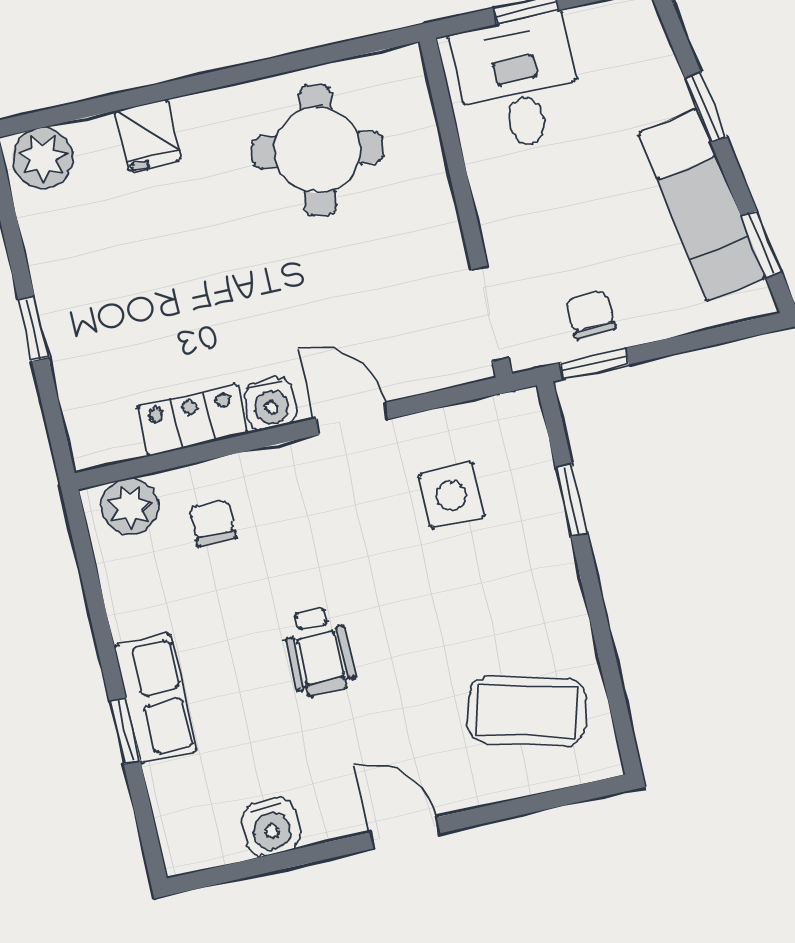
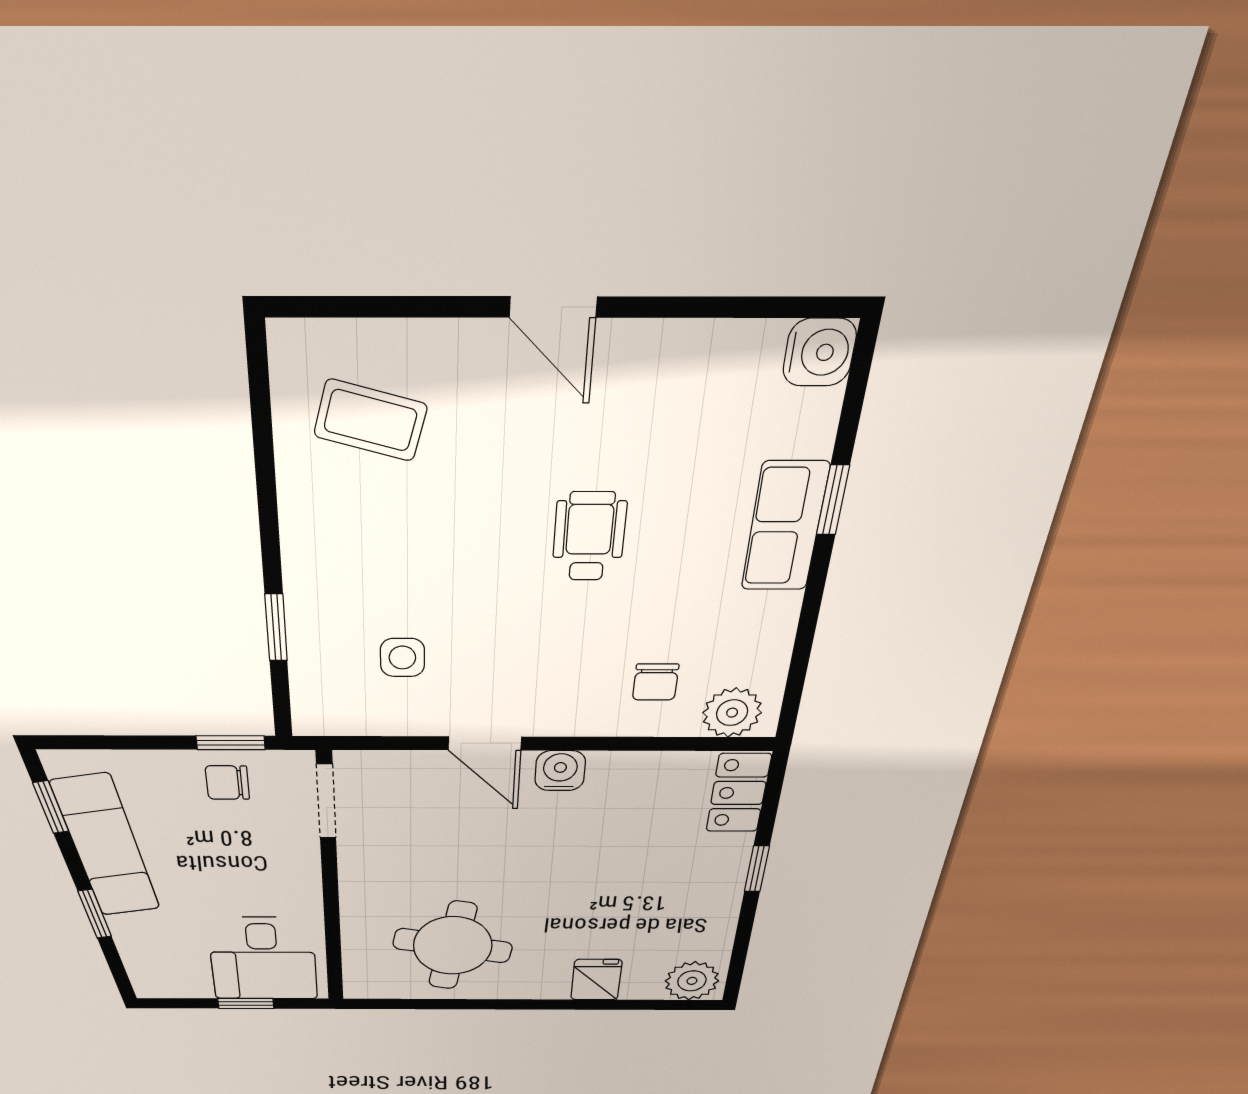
chair: (591, 315) -> (227, 783), turned 93
locker: (192, 420) -> (738, 793), moved, turned 90
side table: (451, 495) -> (402, 657), width x0.73, depth x0.73
coffee table: (527, 711) -> (370, 420), width x0.73, depth x0.77
water cooler: (271, 827) -> (820, 352), moved, turned 90

